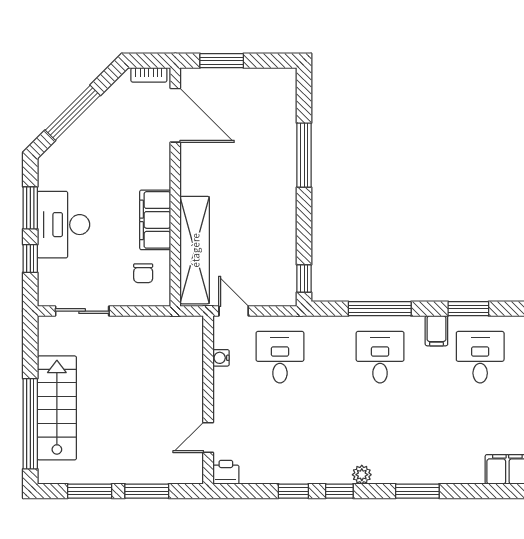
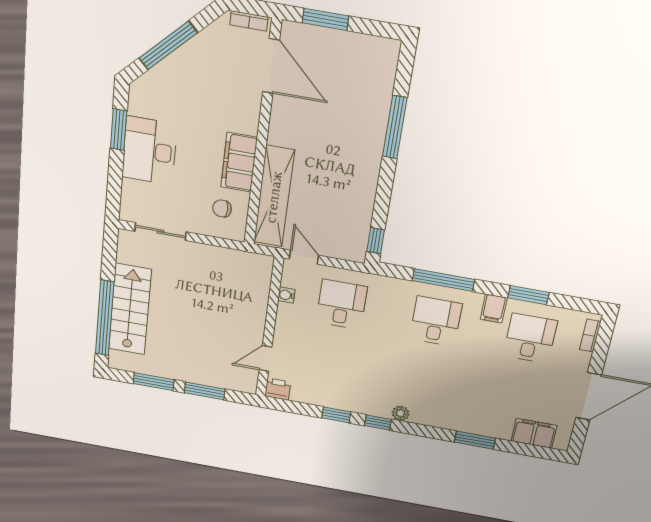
window: (30, 258) -> (115, 176), removed
chair: (143, 273) -> (222, 209), turned 90
window: (417, 491) -> (475, 440), moved

